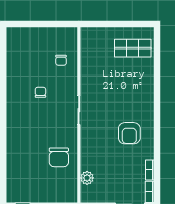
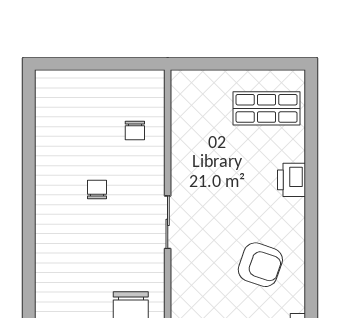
printer: (146, 87) -> (292, 180), added
armchair: (129, 133) -> (260, 265), turned -71

